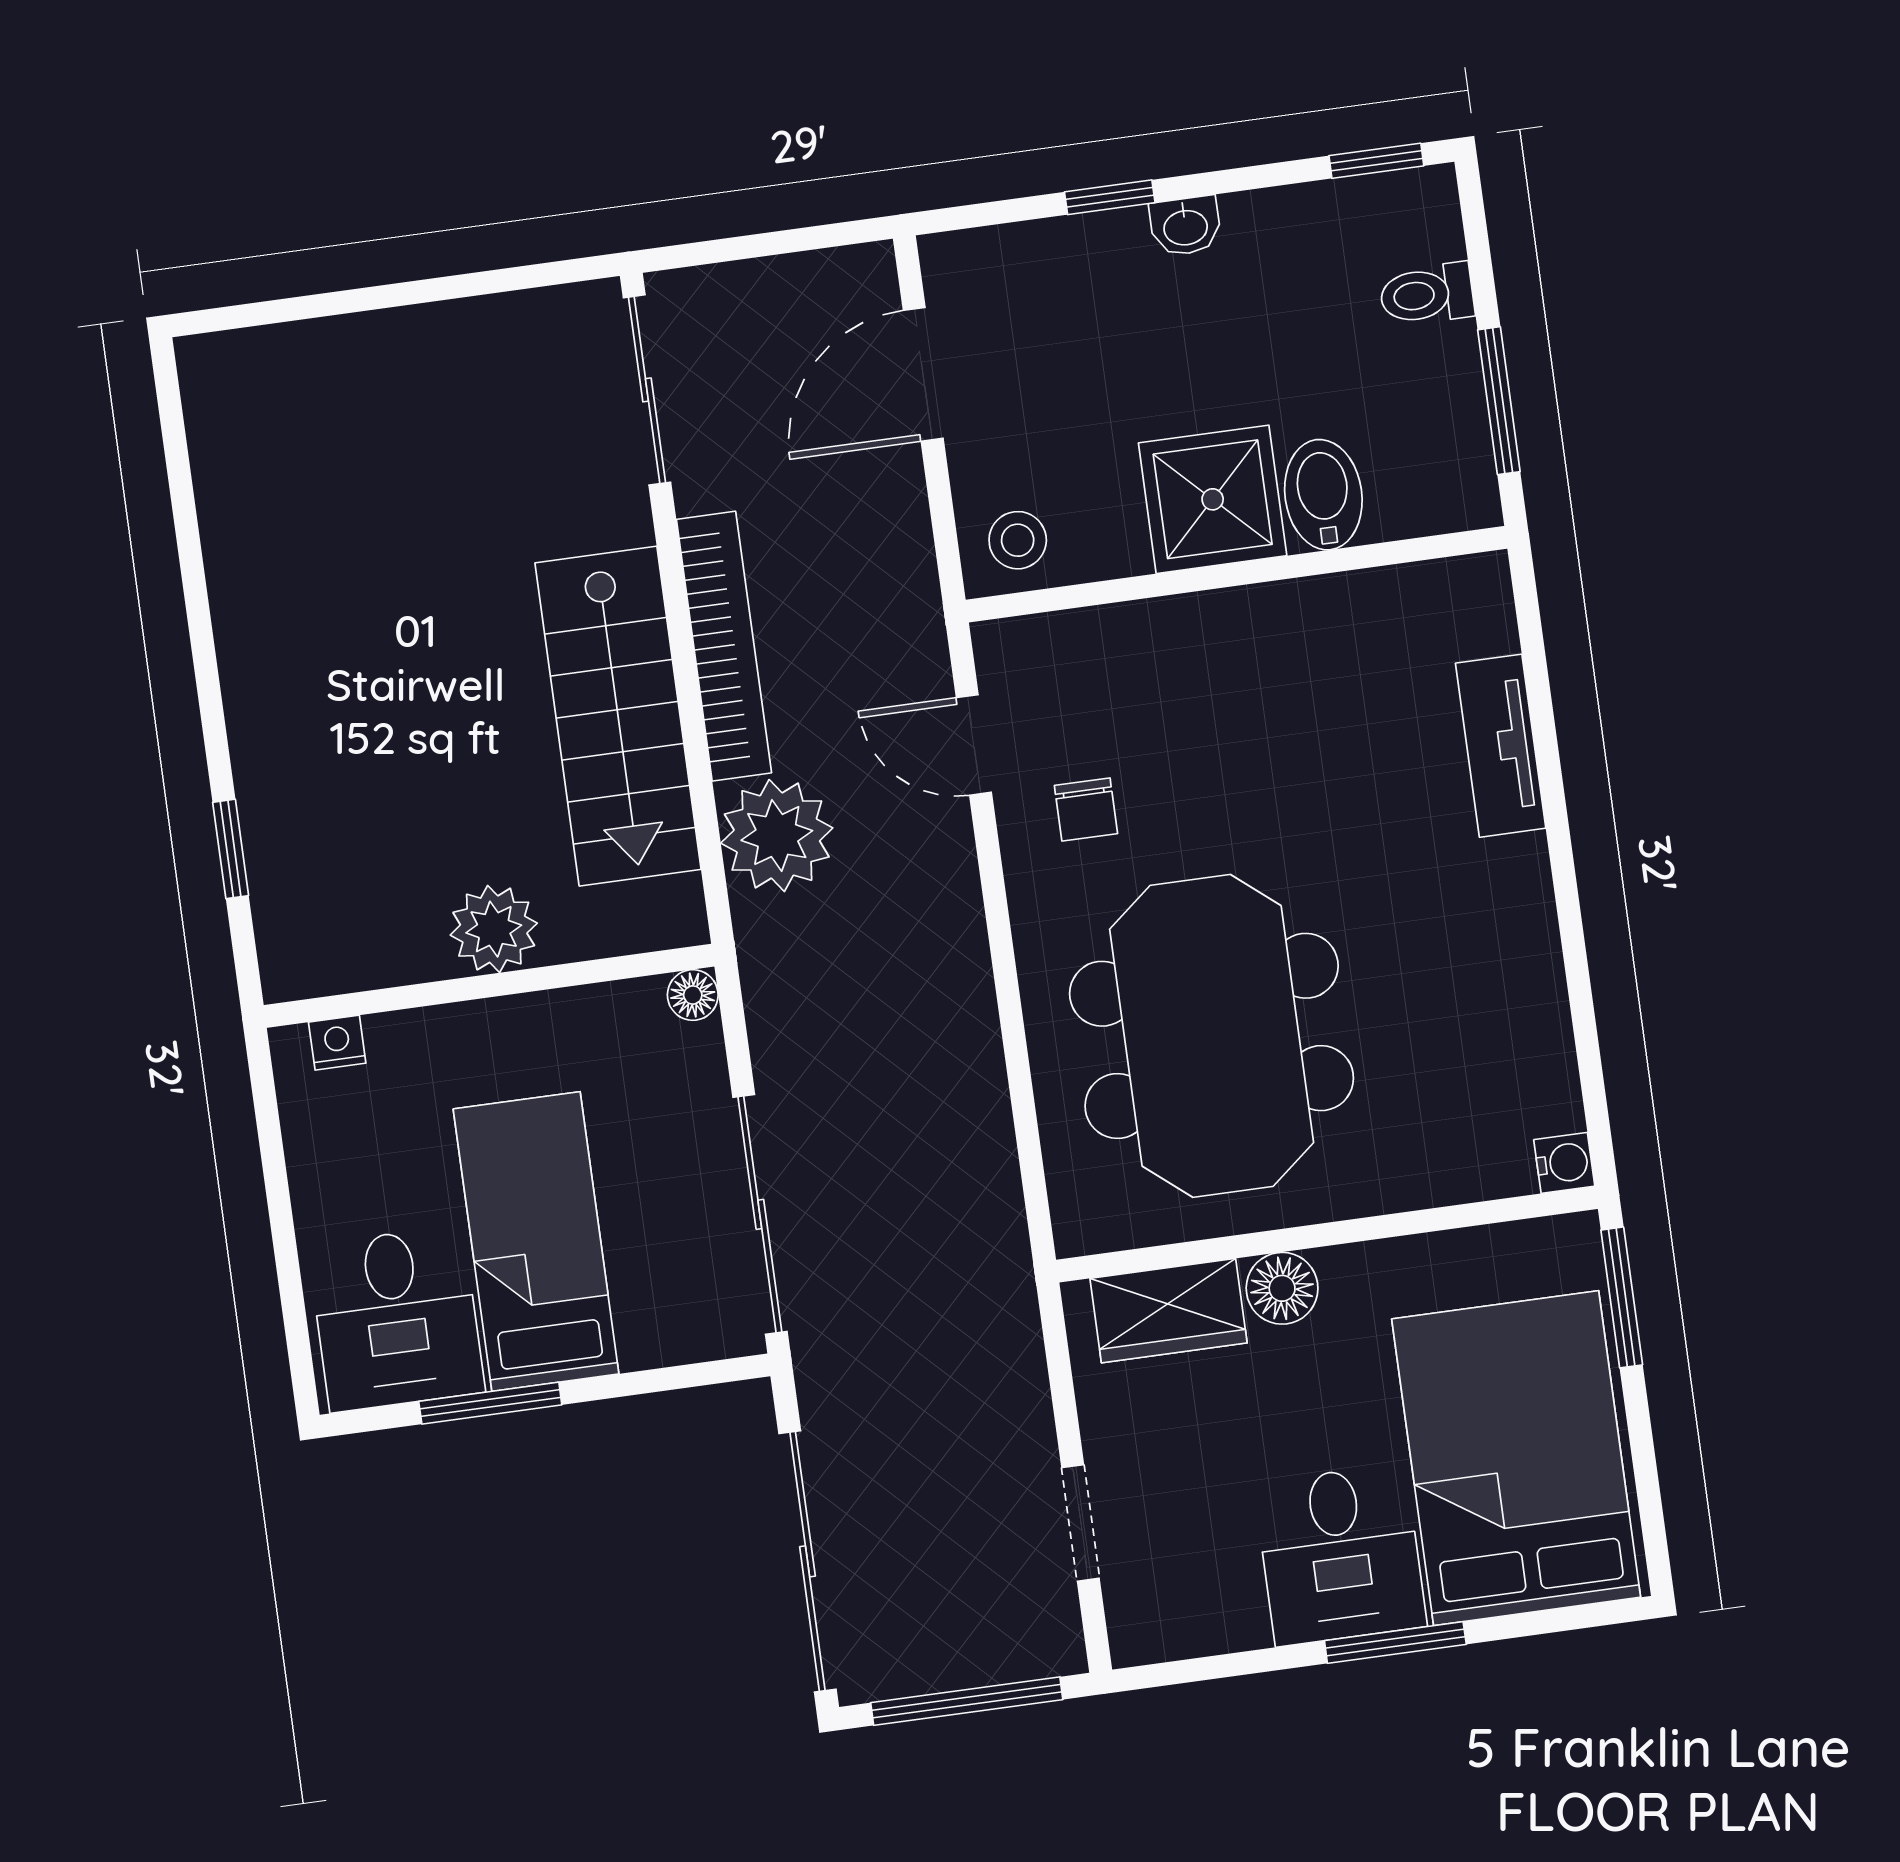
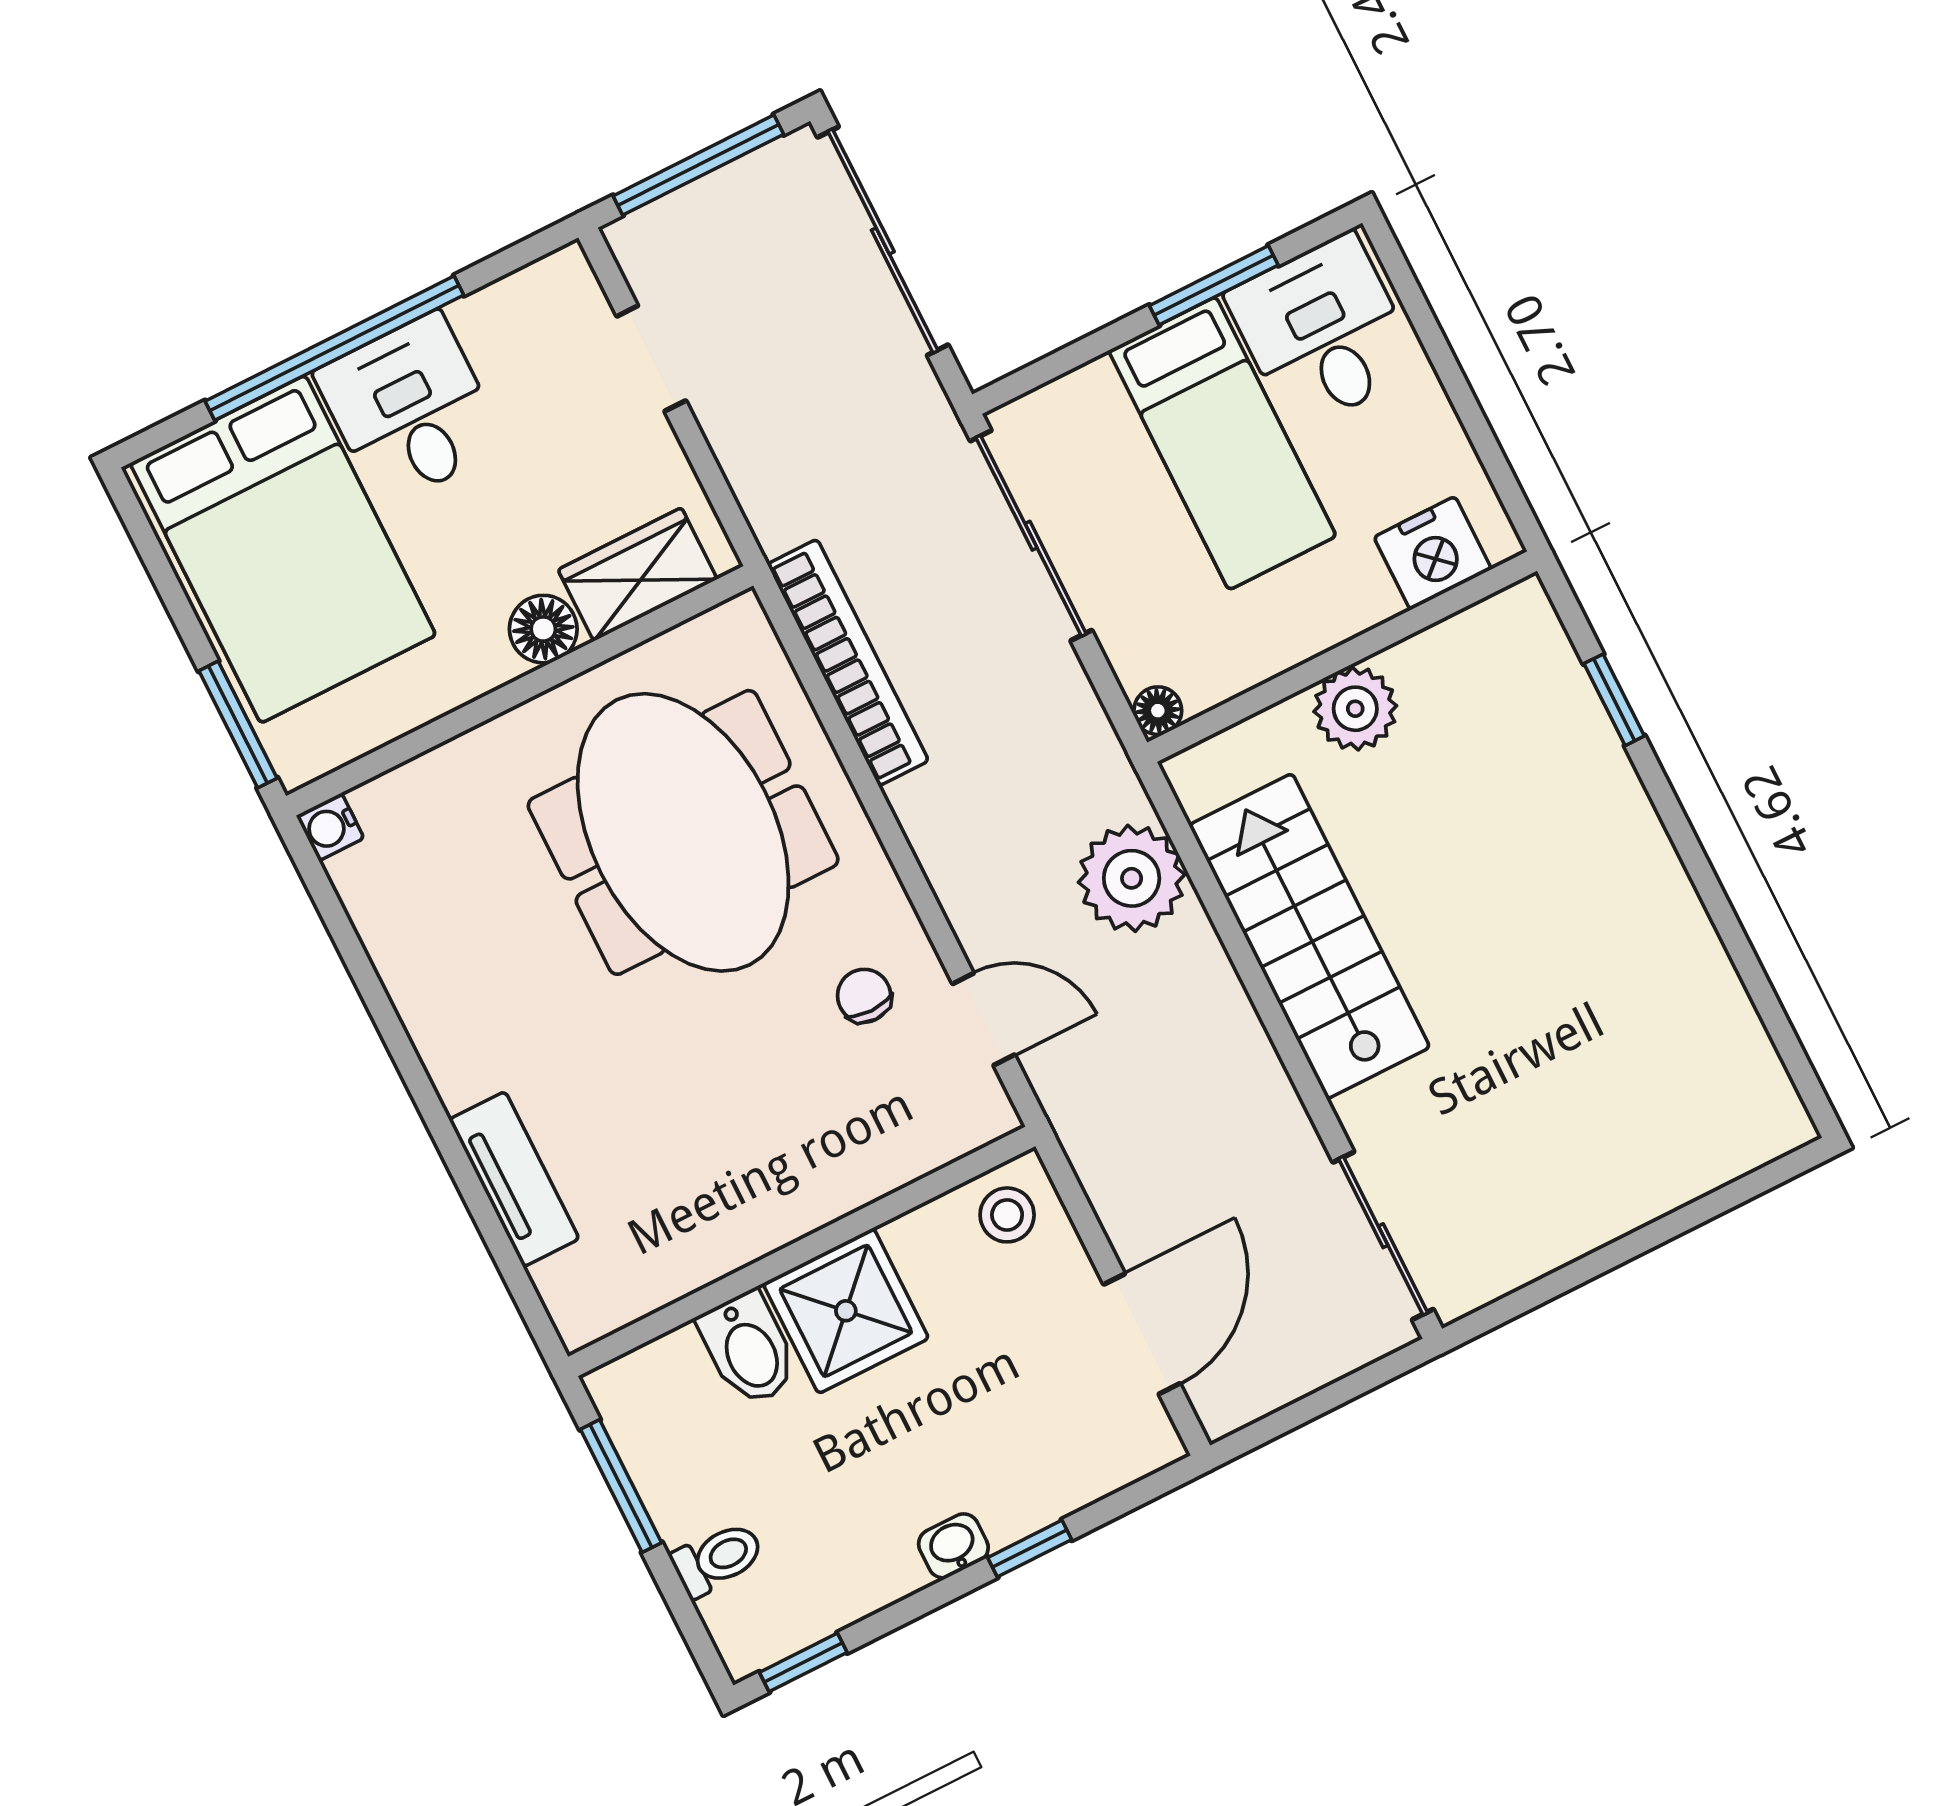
bookcase: (724, 646) -> (848, 663), moved, turned 180
nightstand: (337, 1043) -> (1433, 553), width x1.89, depth x1.79
window: (1395, 1642) -> (334, 348), width x2.11

